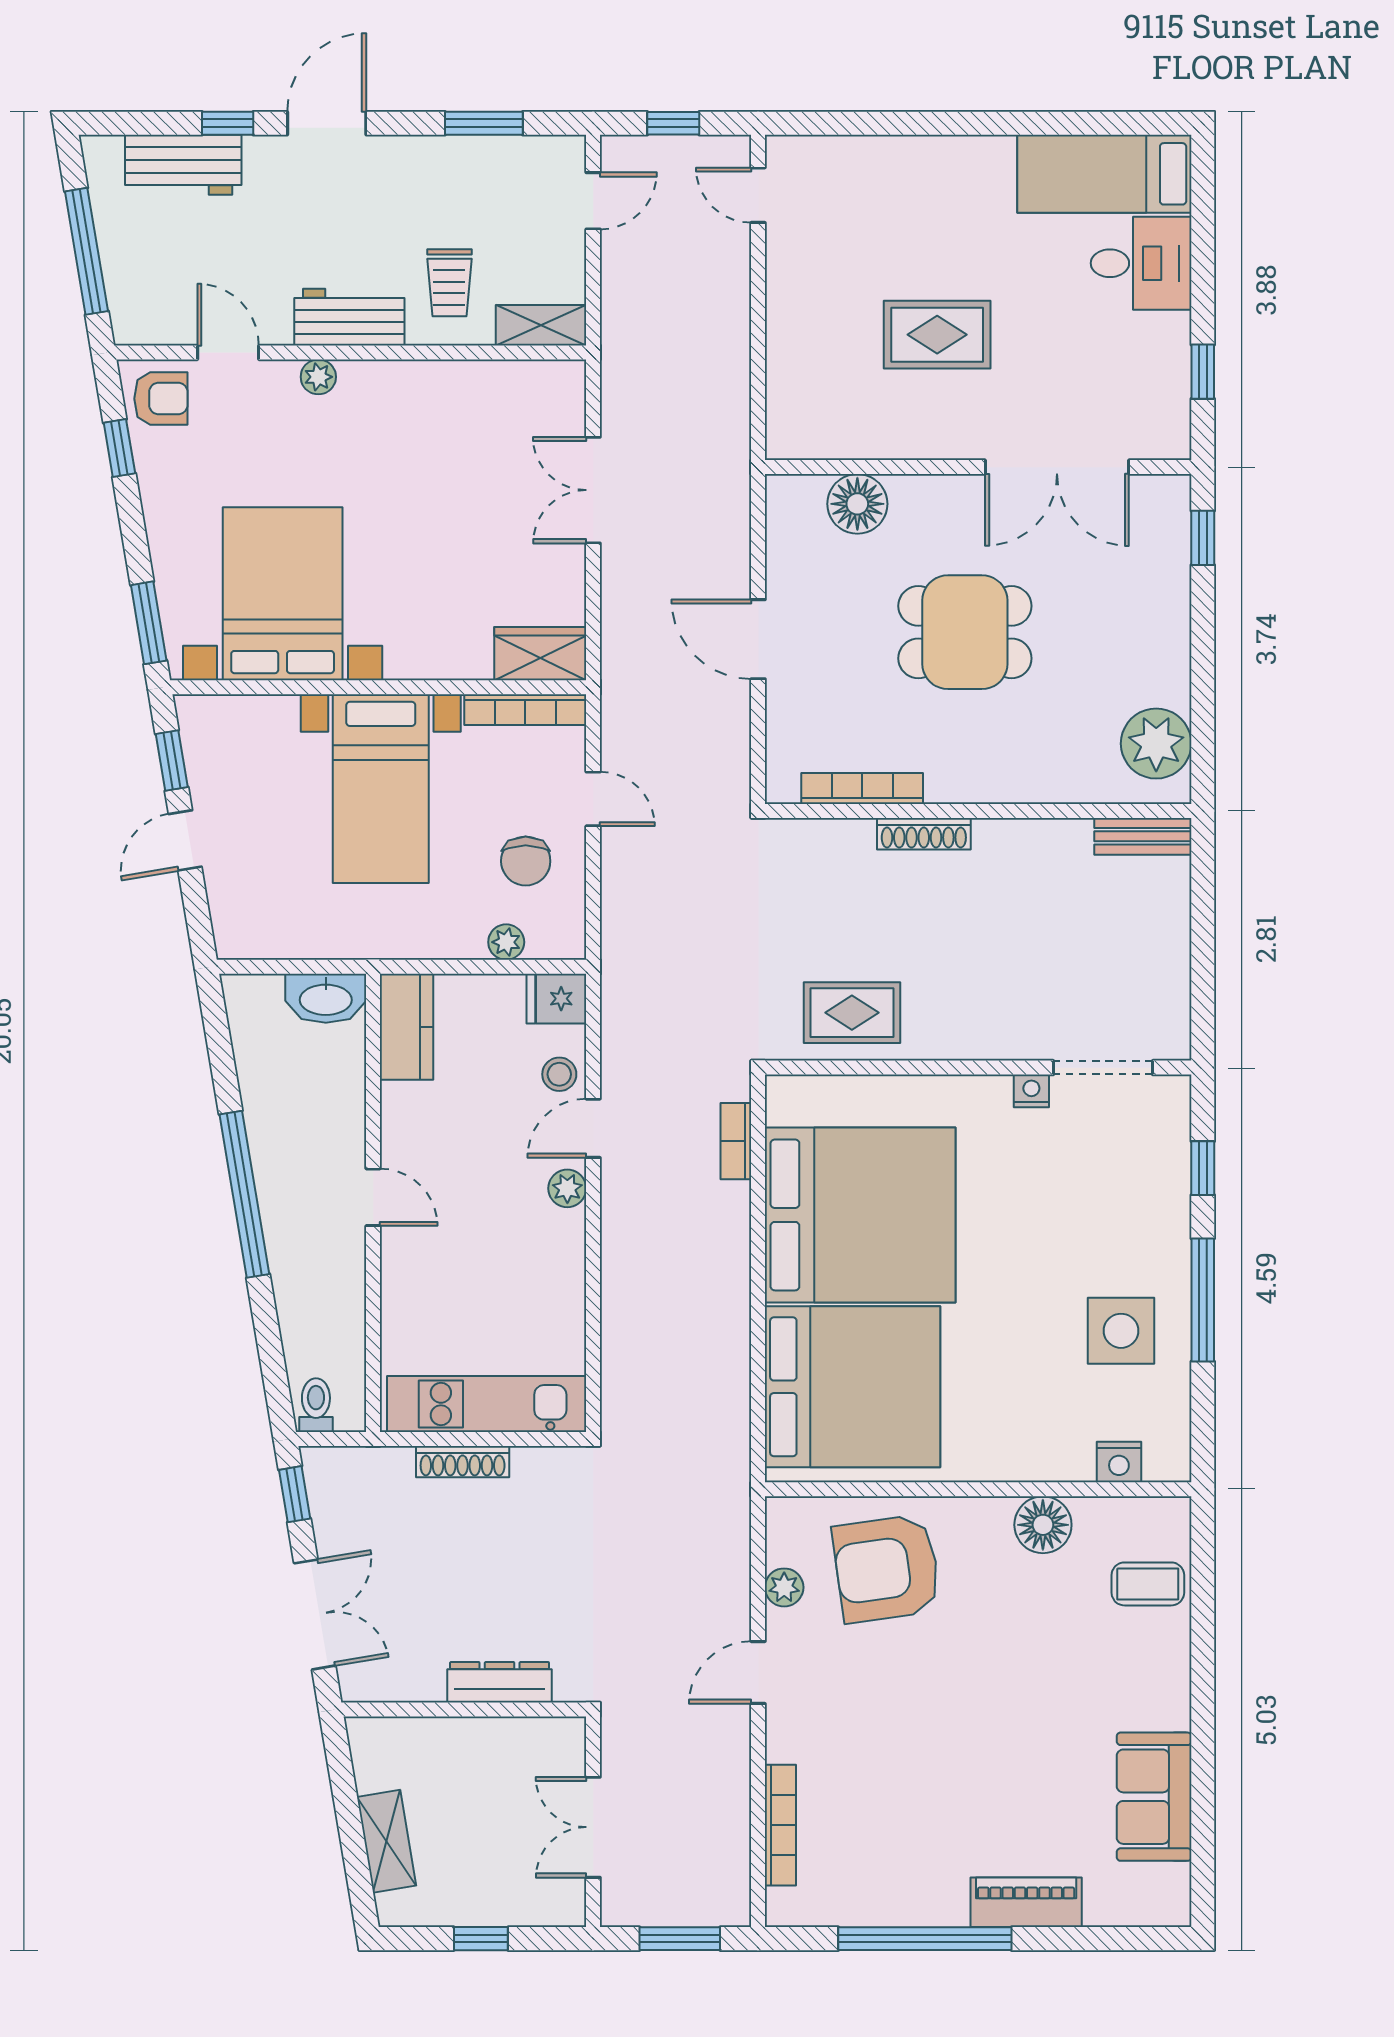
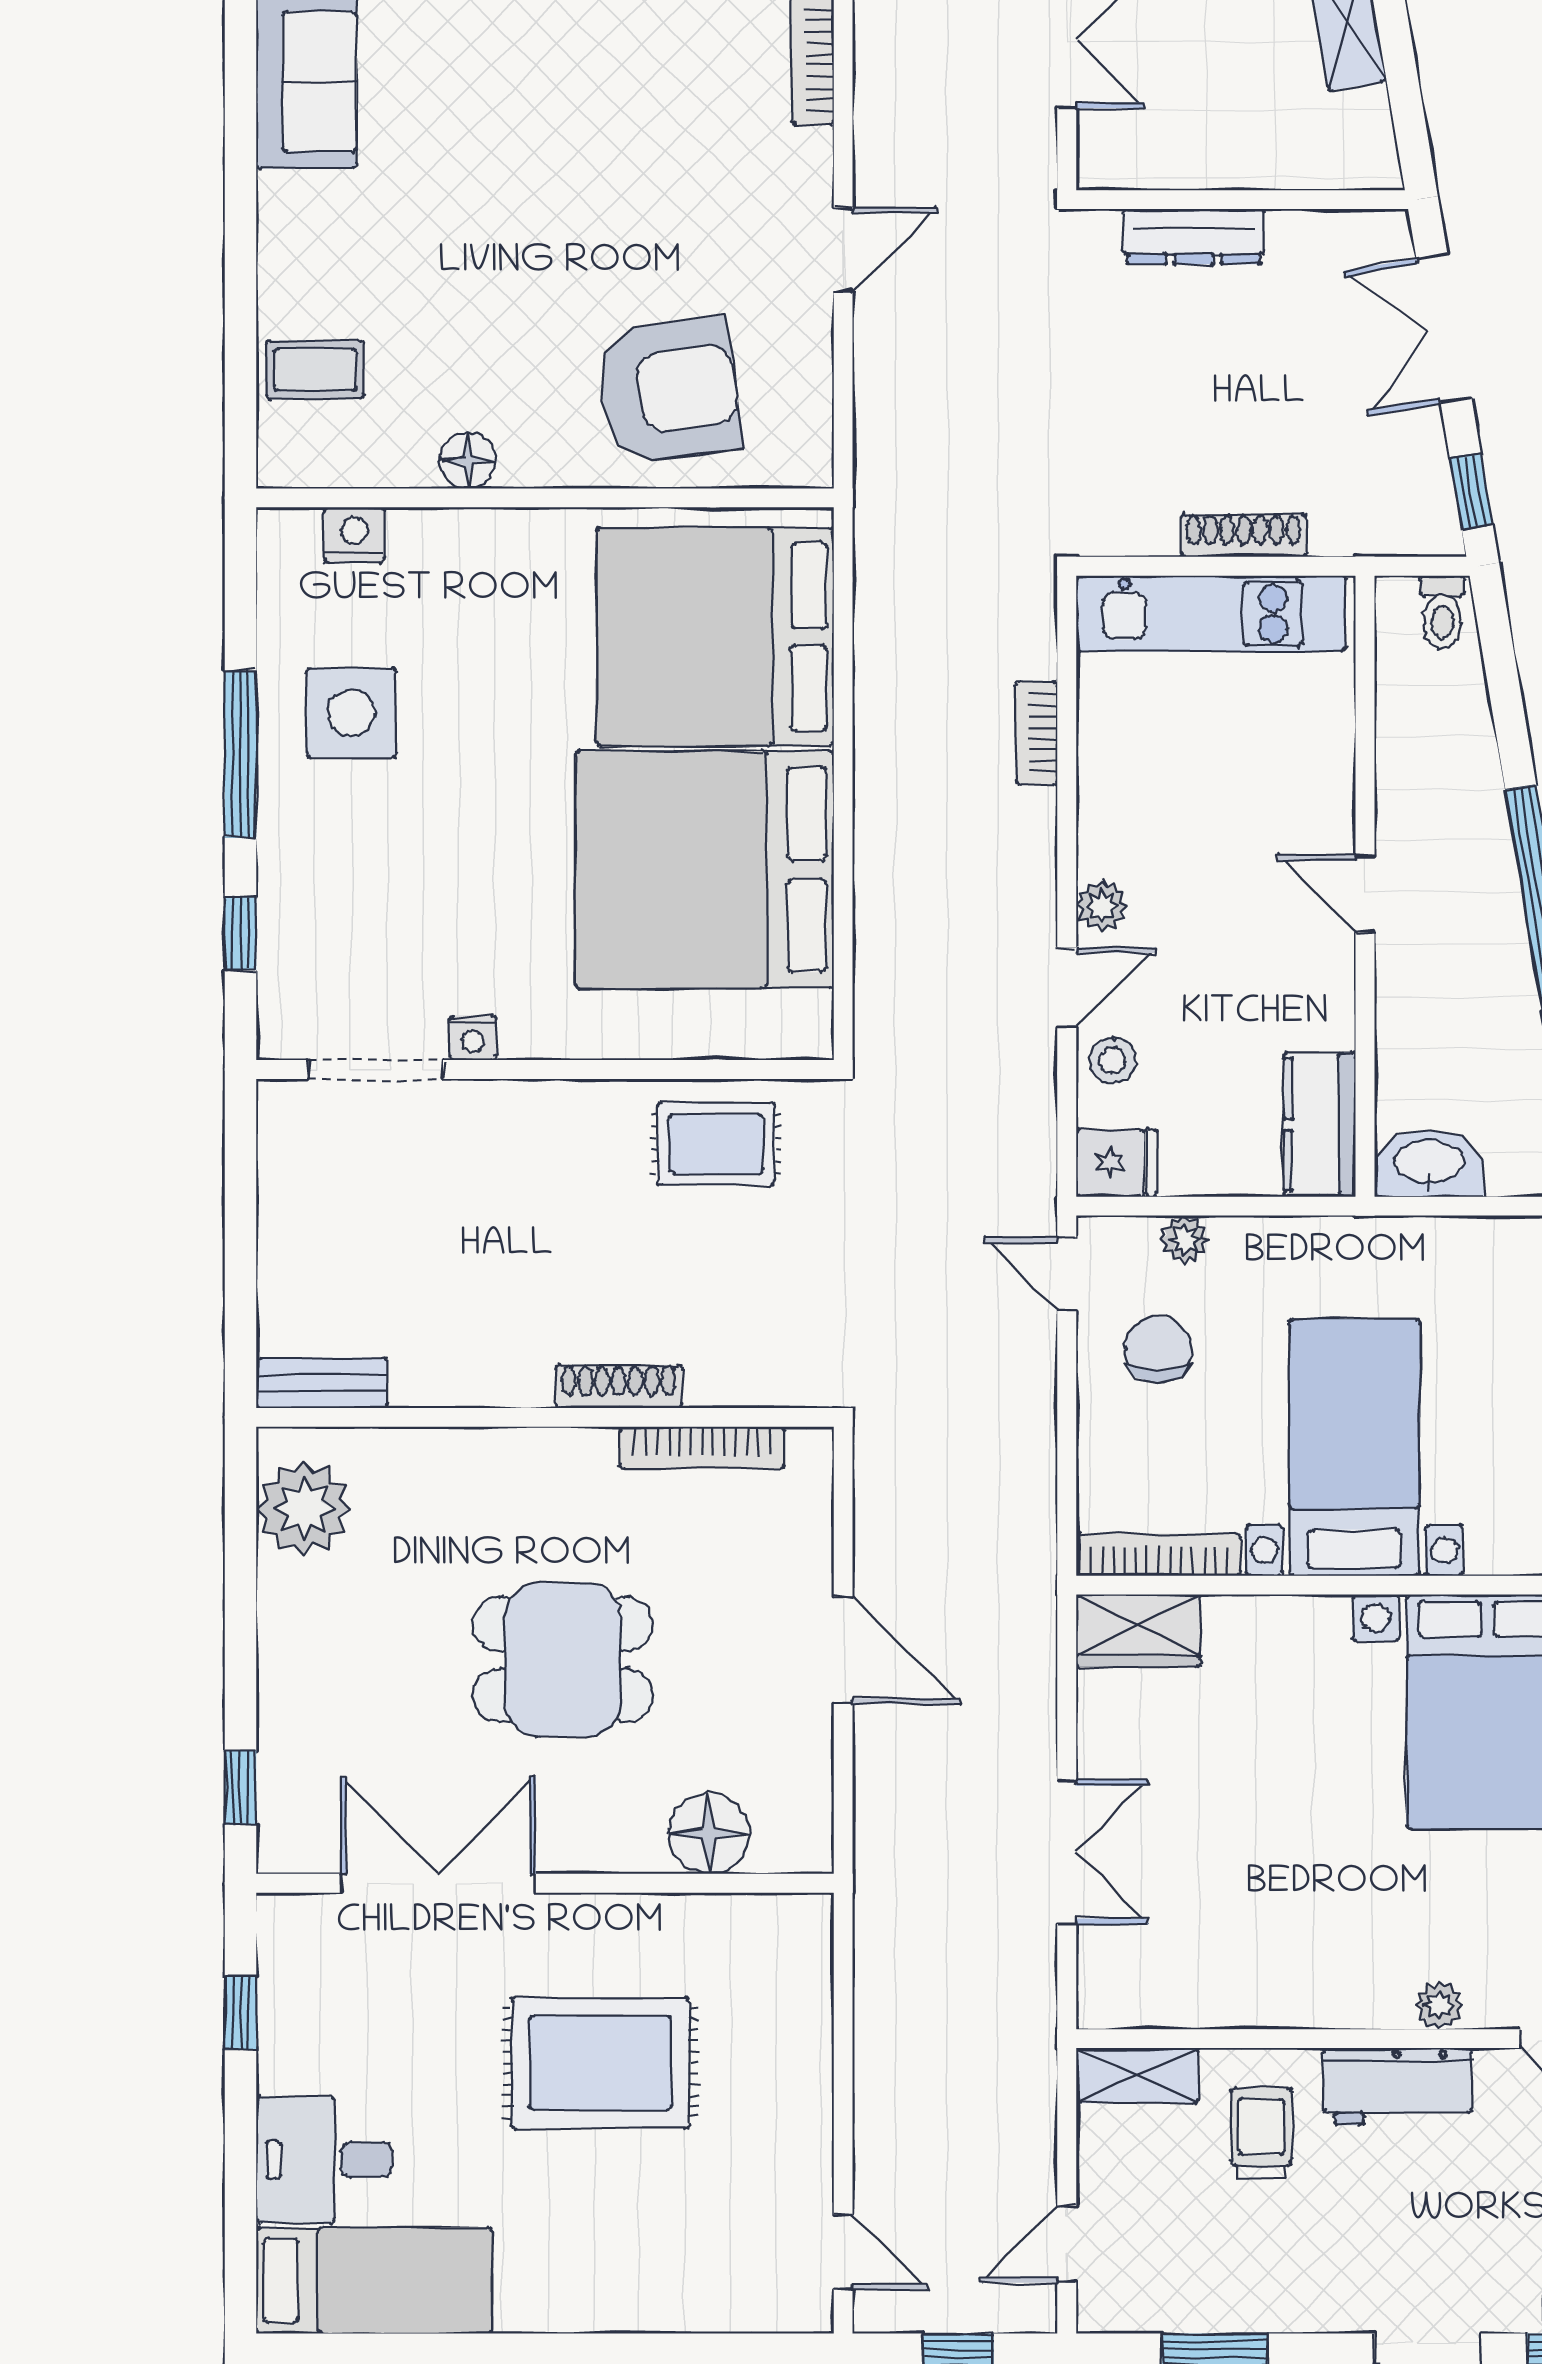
rug: (937, 335) -> (600, 2063), width x1.36, depth x1.43
door: (593, 799) -> (1067, 1274), moved
bookcase: (736, 1141) -> (1037, 733), moved, turned 180
floor lamp: (1043, 1525) -> (468, 460), width x0.73, depth x0.73
plant: (784, 1587) -> (808, 365), removed

